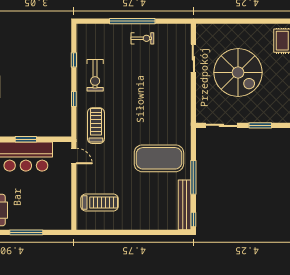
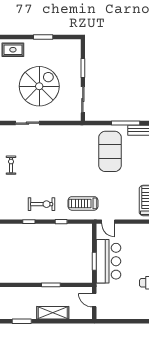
door: (74, 156) -> (108, 222), swing flipped

